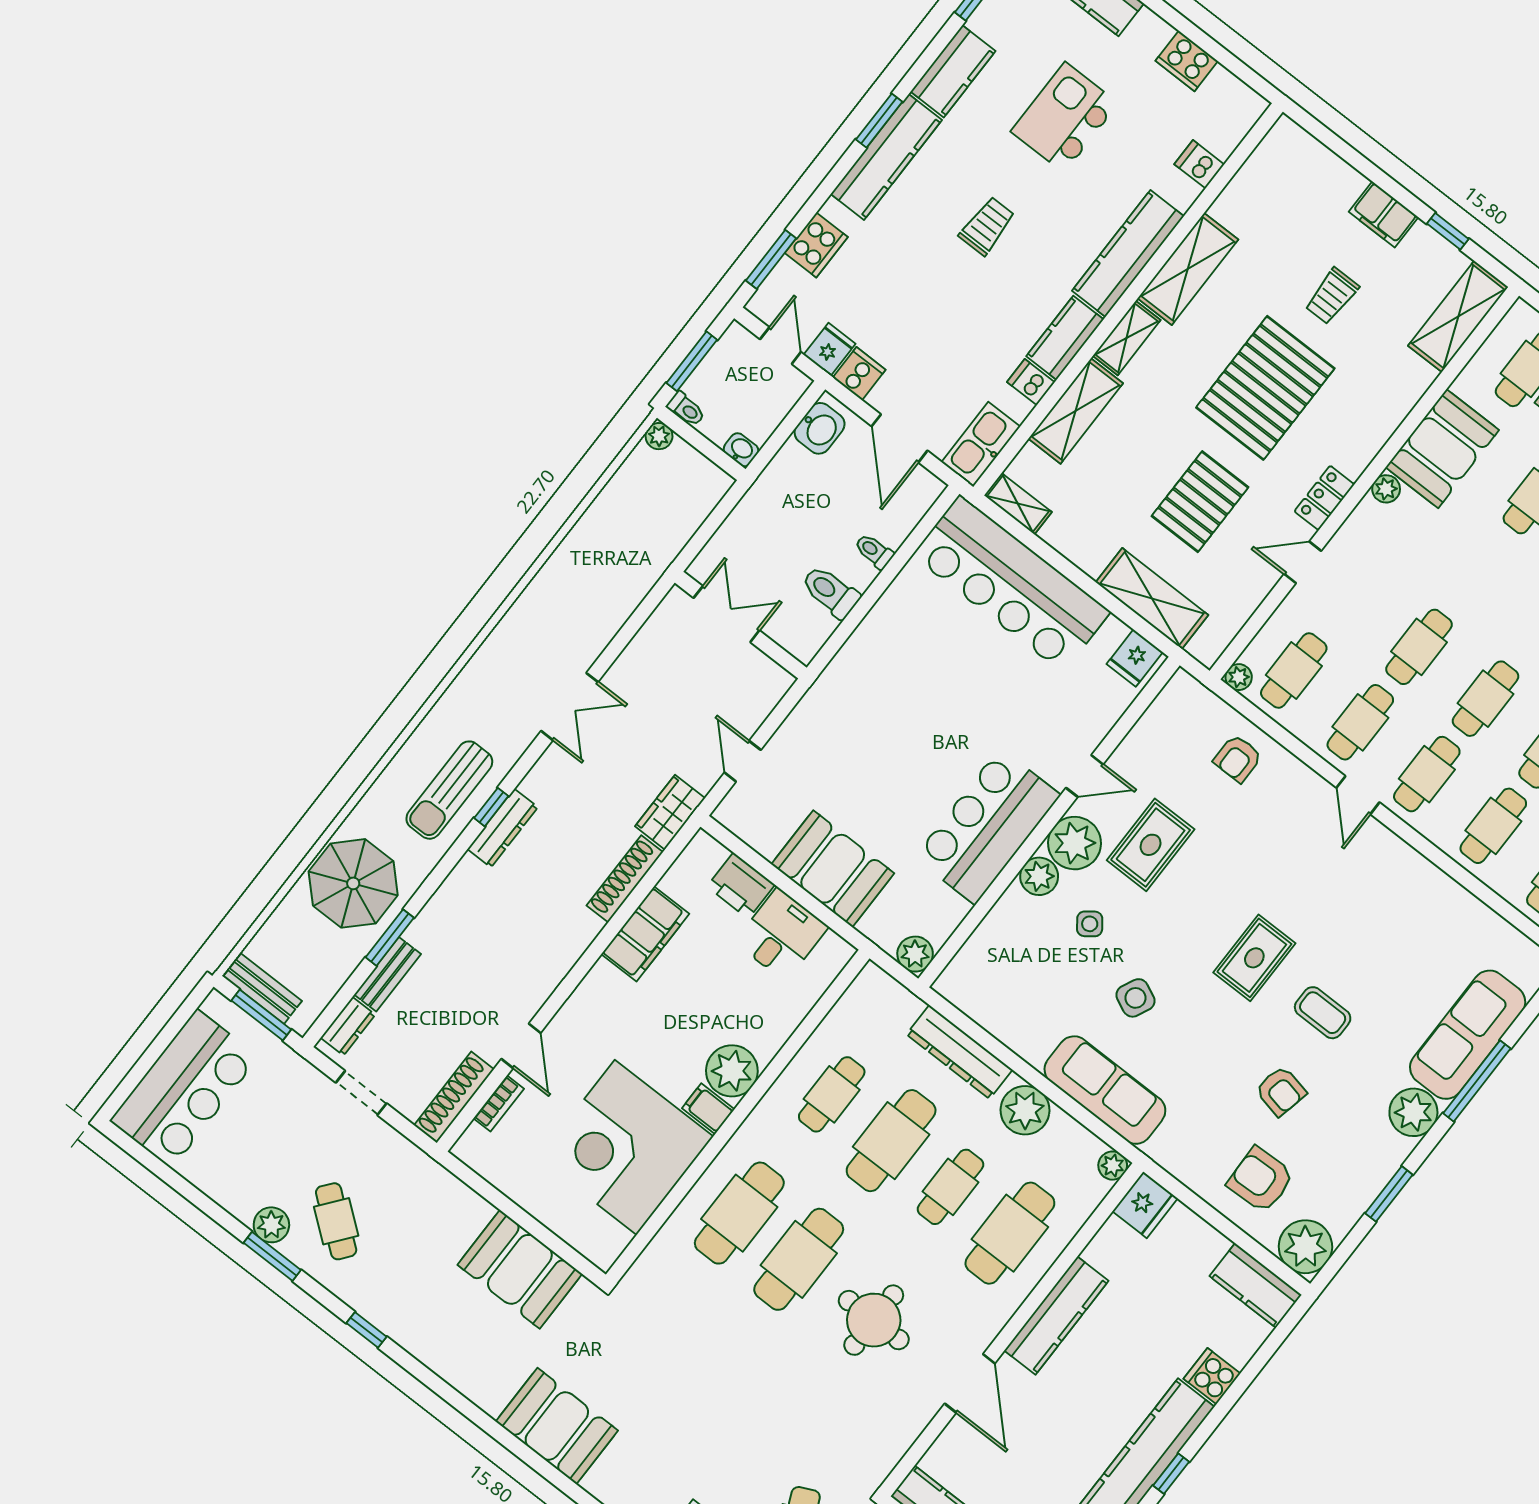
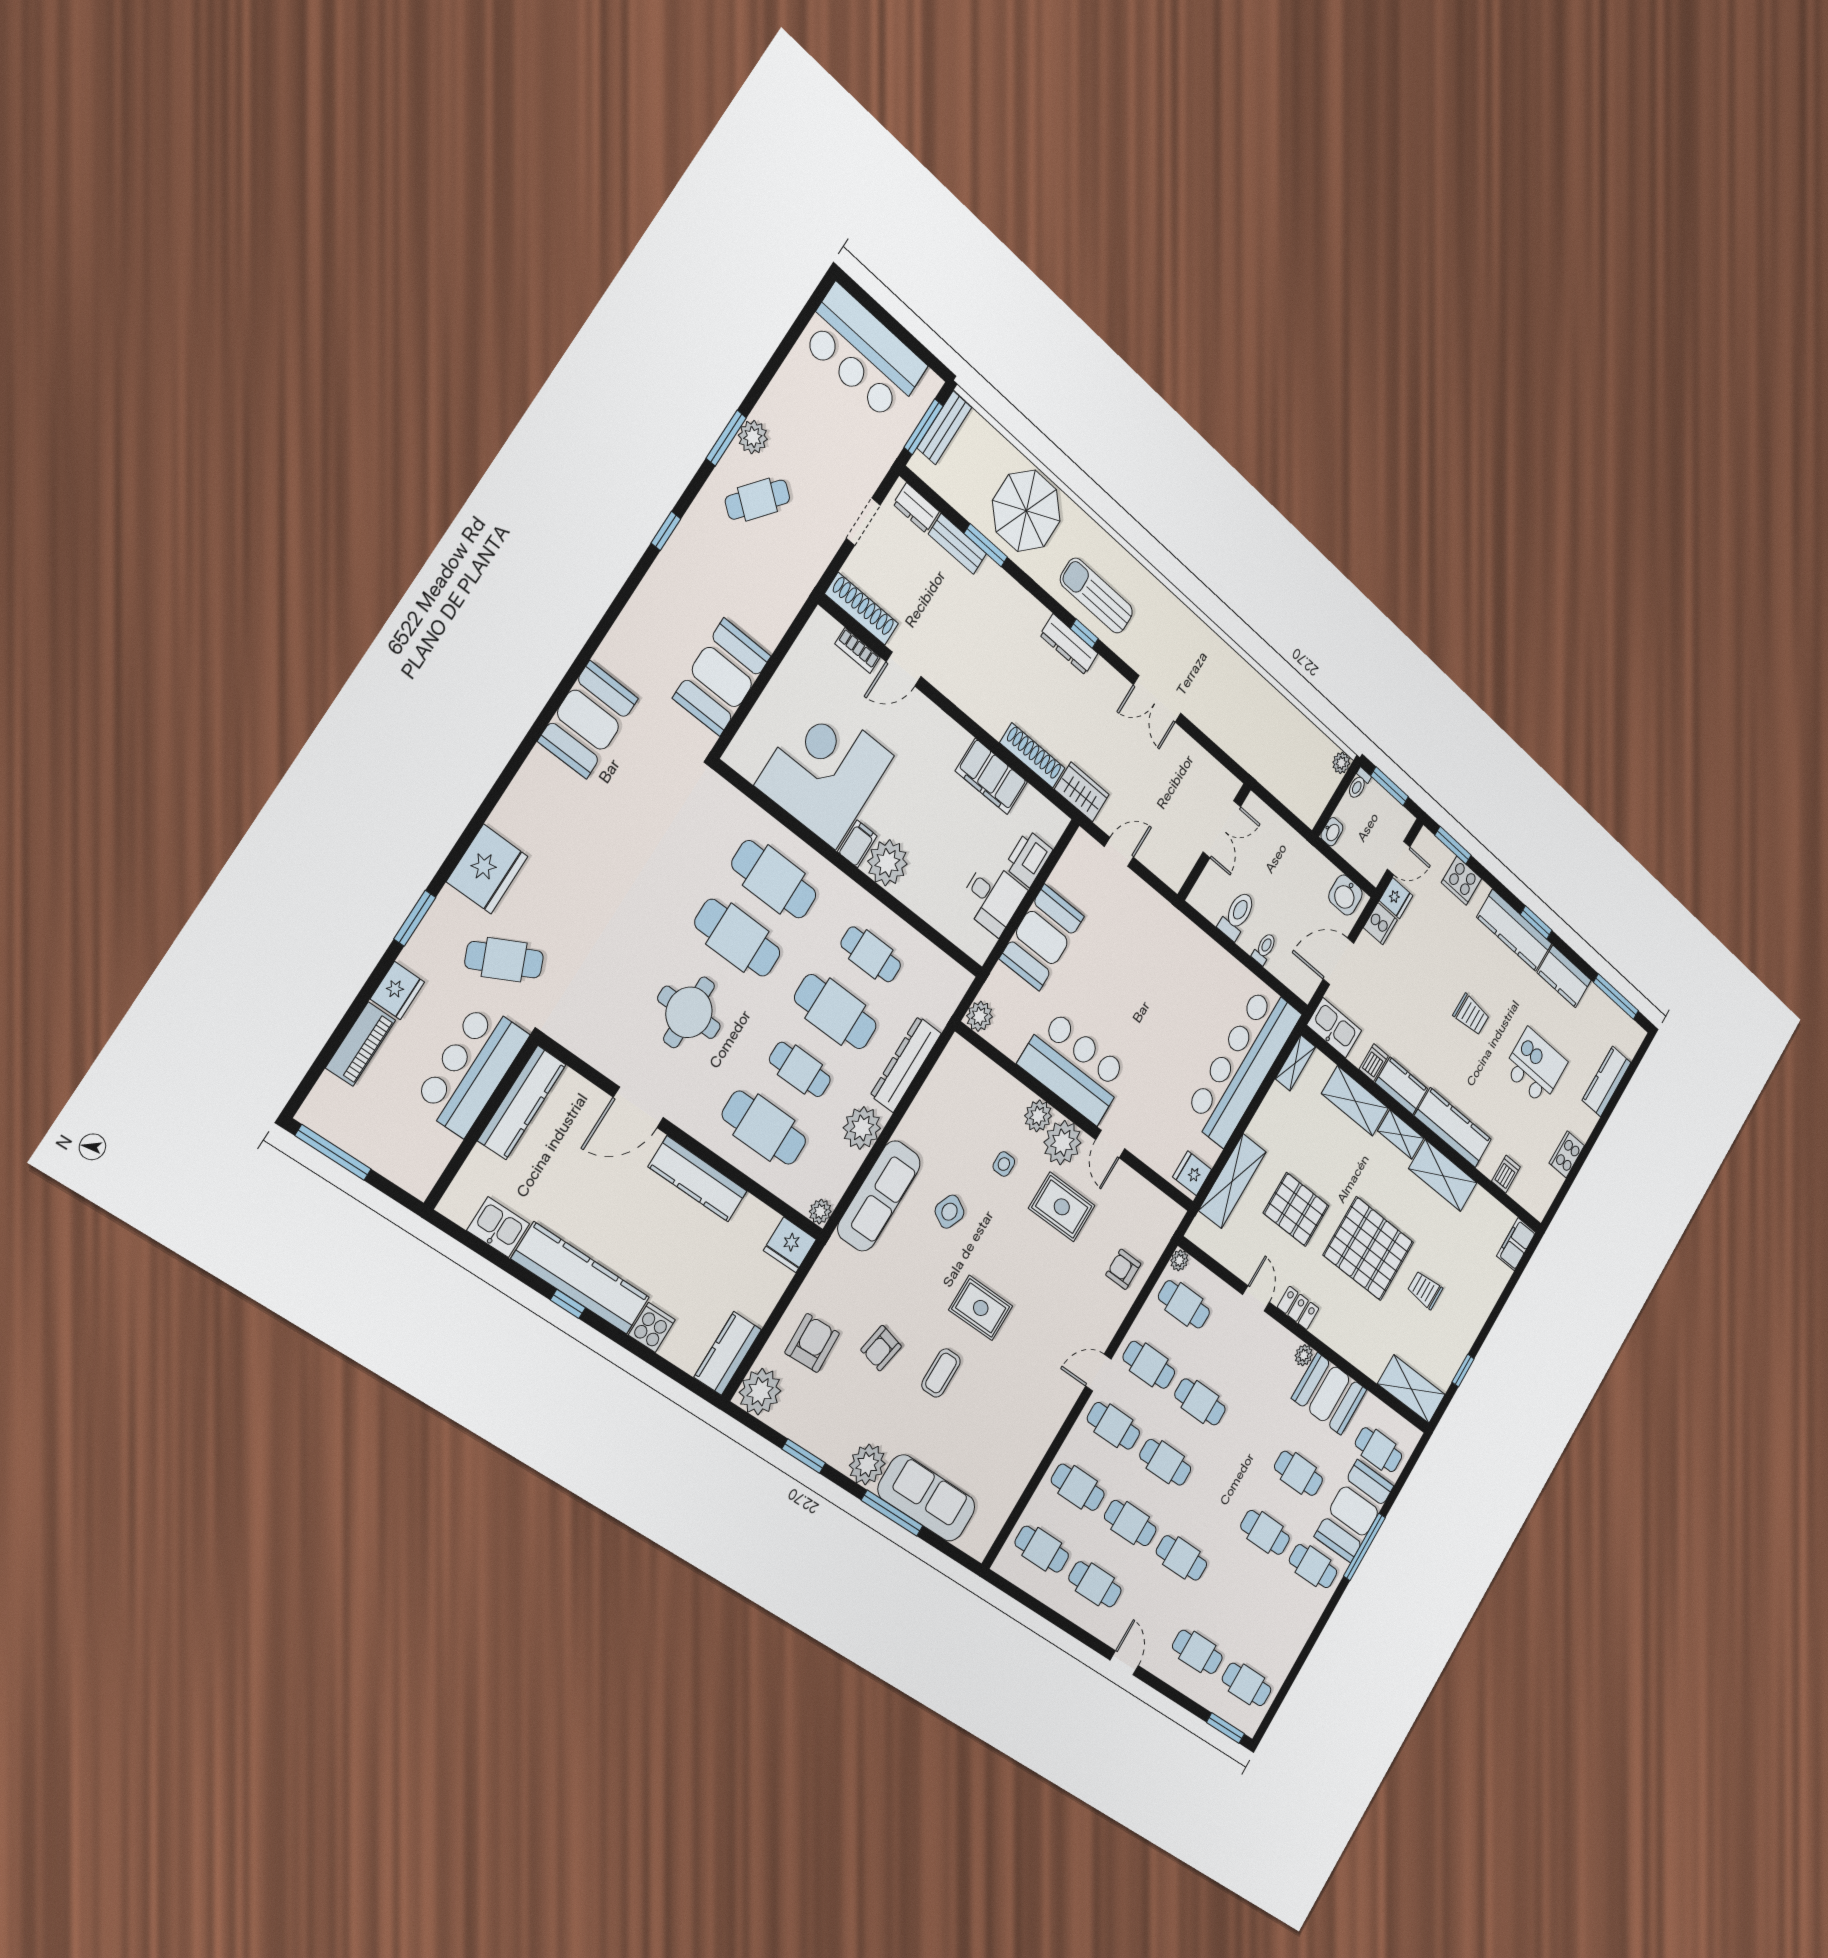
filing cabinet: (1384, 214) -> (1516, 1244), moved
side table: (1090, 924) -> (1004, 1164), turned 37

